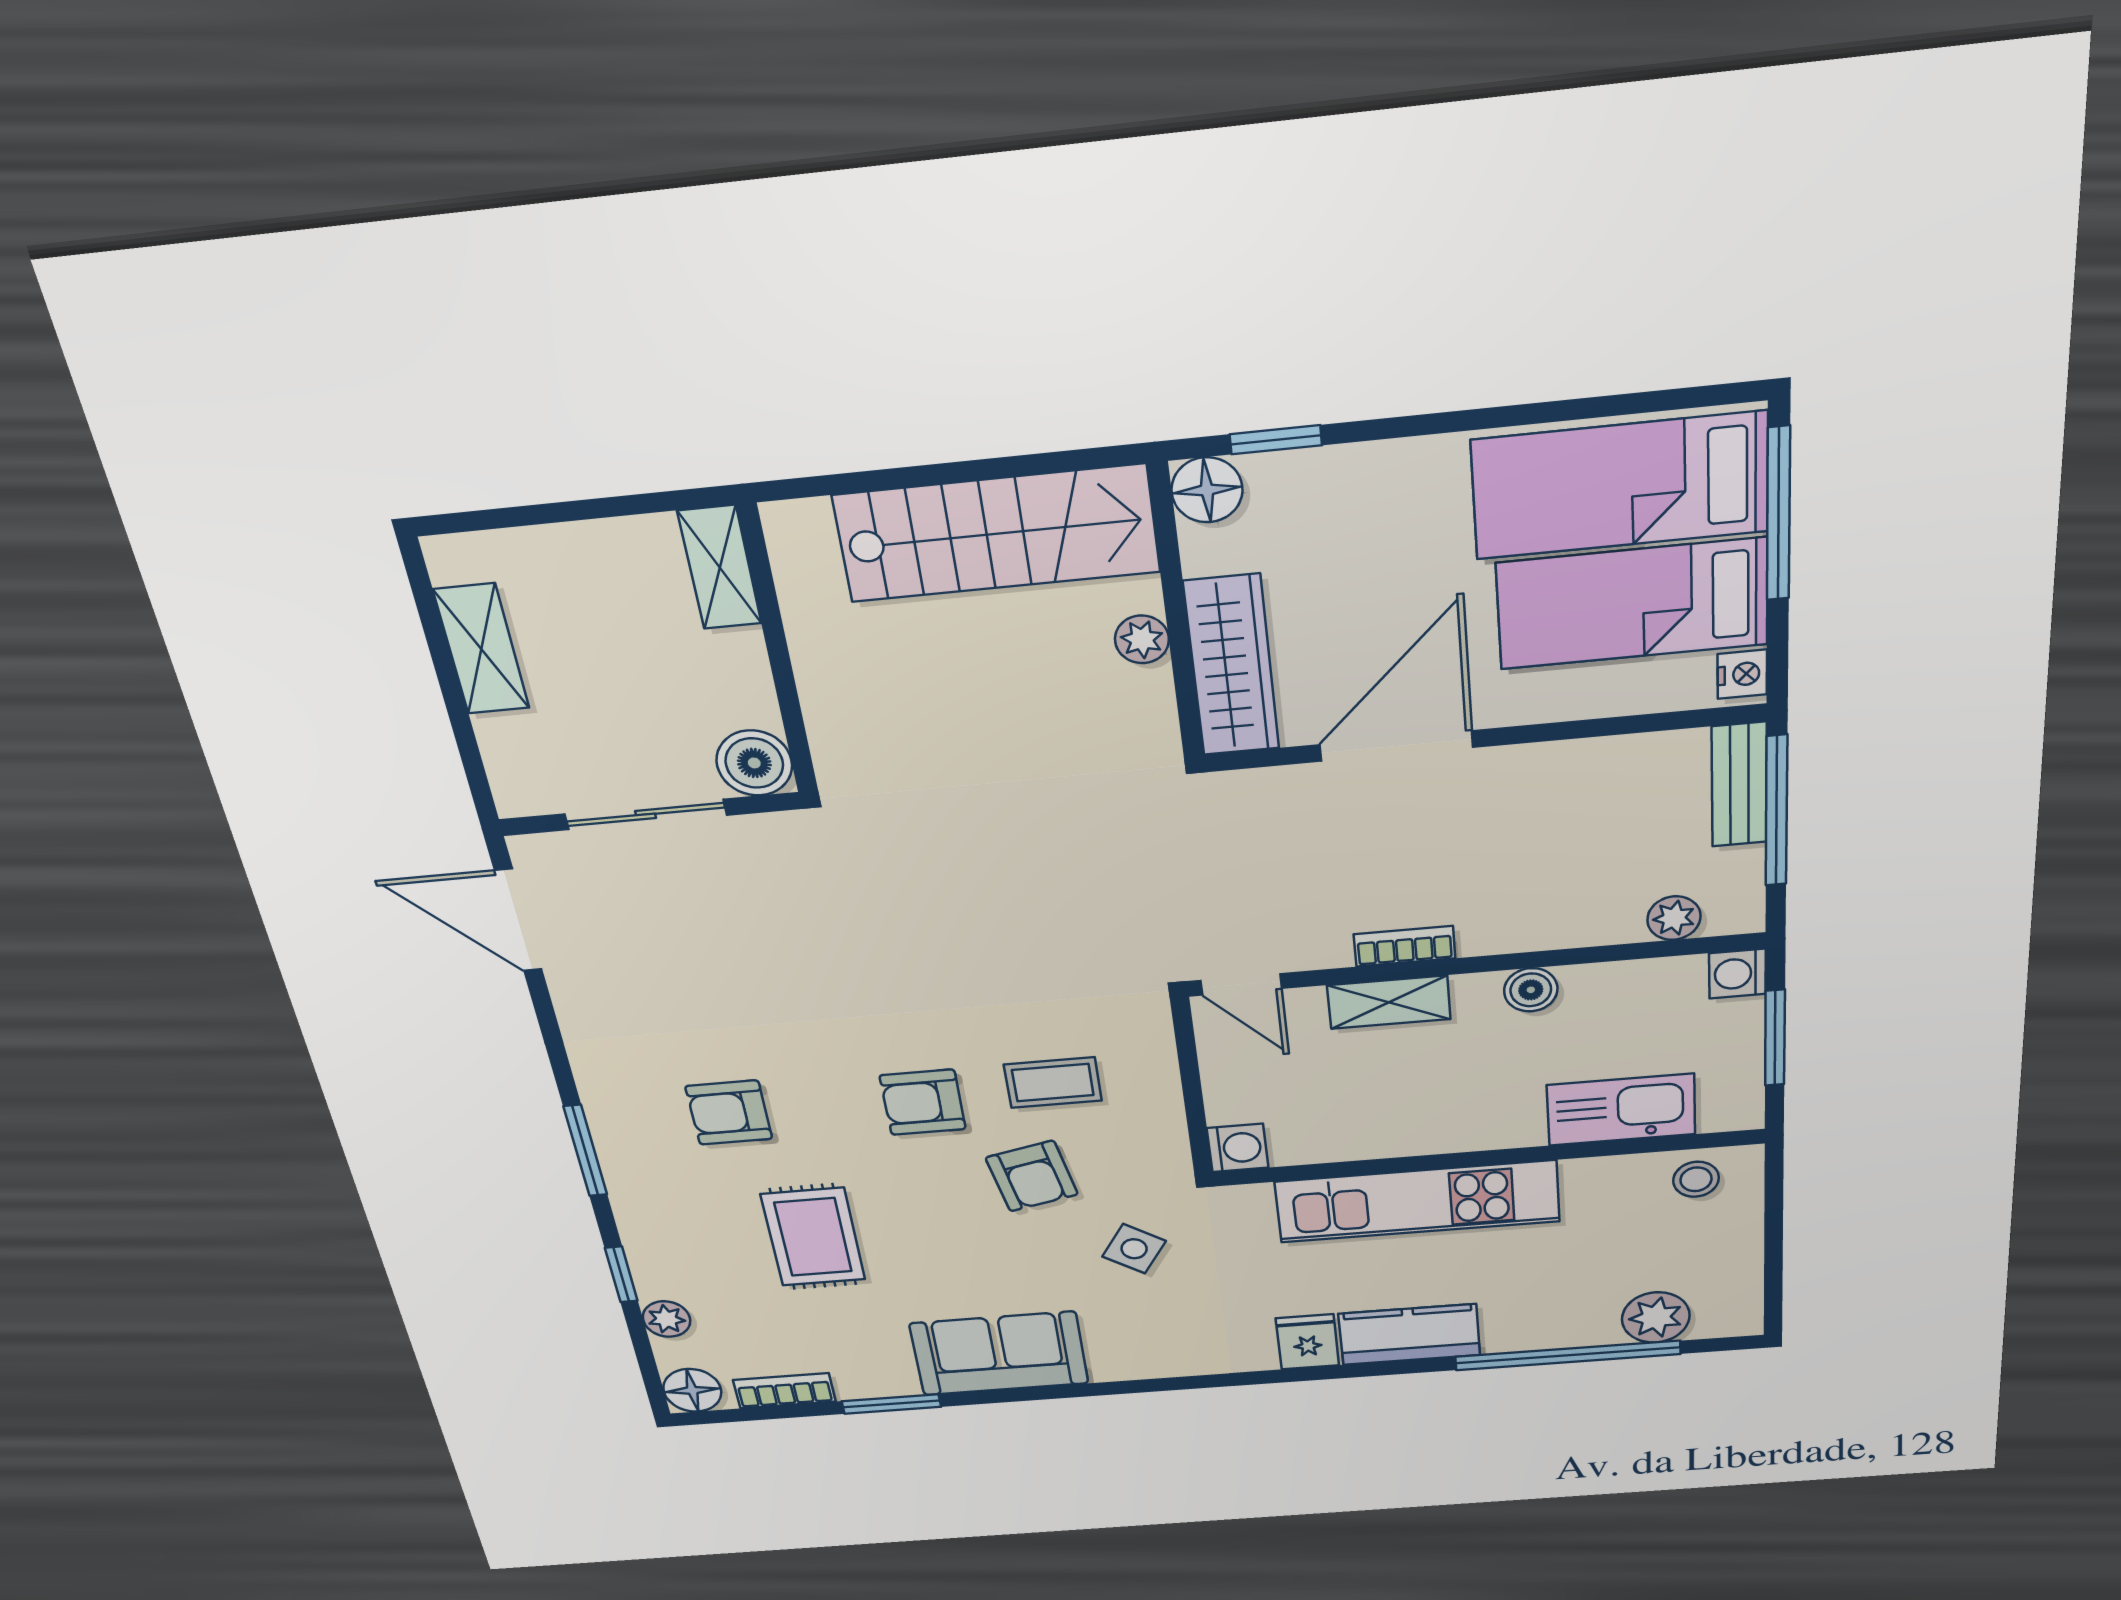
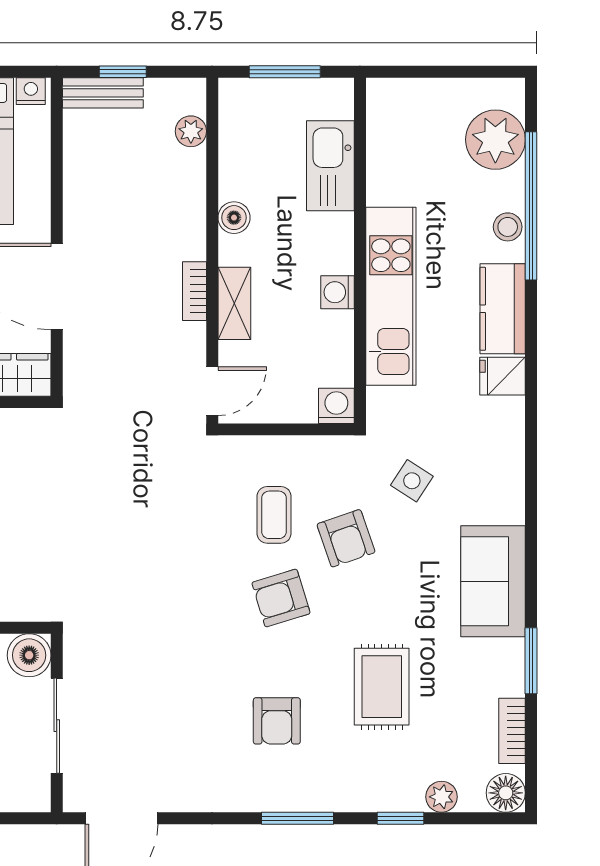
window: (1776, 811) -> (123, 72), width x0.46
washing machine: (1737, 974) -> (337, 292), moved, turned 90
armchair: (923, 1102) -> (281, 598), turned 73
armchair: (1032, 1176) -> (346, 538), turned 83
stool: (1696, 1179) -> (508, 227), moved
rug: (813, 1237) -> (382, 687), turned 90
plant: (1656, 1317) -> (495, 140), width x1.36, depth x1.36

